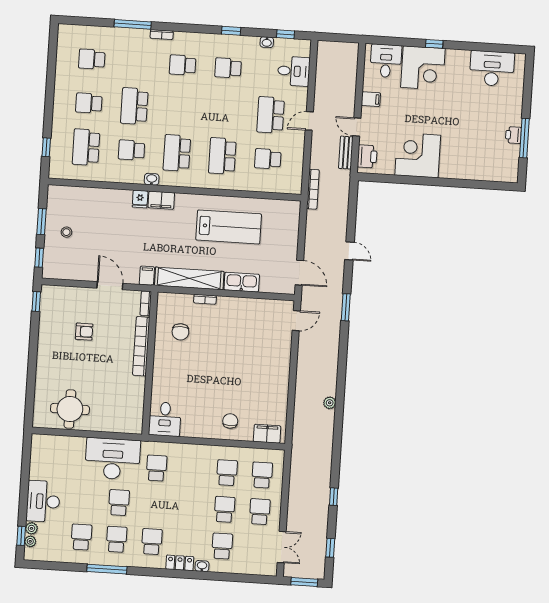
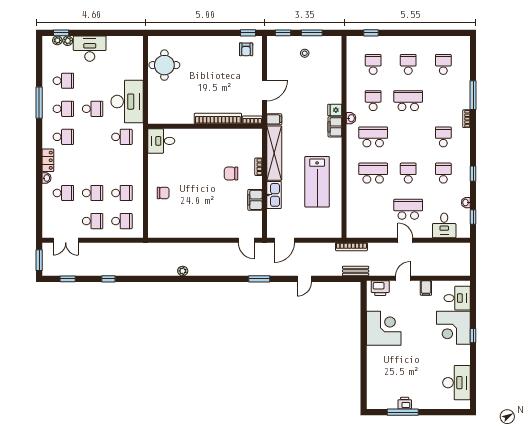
school desk: (86, 147) -> (373, 64), width x0.54
bench: (346, 153) -> (356, 271), moved
school desk: (268, 159) -> (408, 173), moved
armchair: (84, 332) -> (246, 49), moved
chair: (180, 332) -> (231, 174), moved
filing cabinet: (267, 434) -> (255, 200), moved, turned 180

